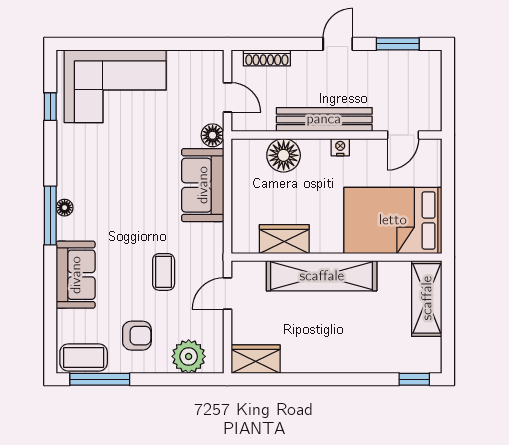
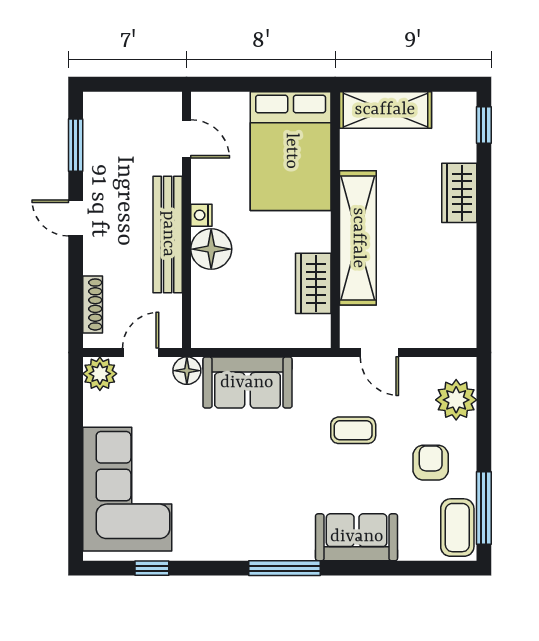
plant: (210, 64) -> (100, 374), added
floor lamp: (284, 155) -> (211, 249), moved
floor lamp: (65, 208) -> (275, 551), removed
wardrobe: (256, 359) -> (459, 193), moved

